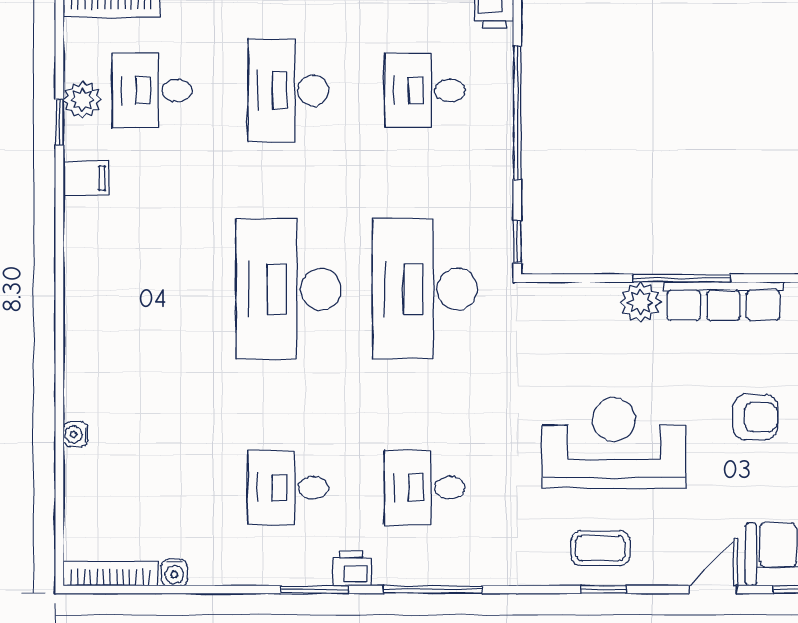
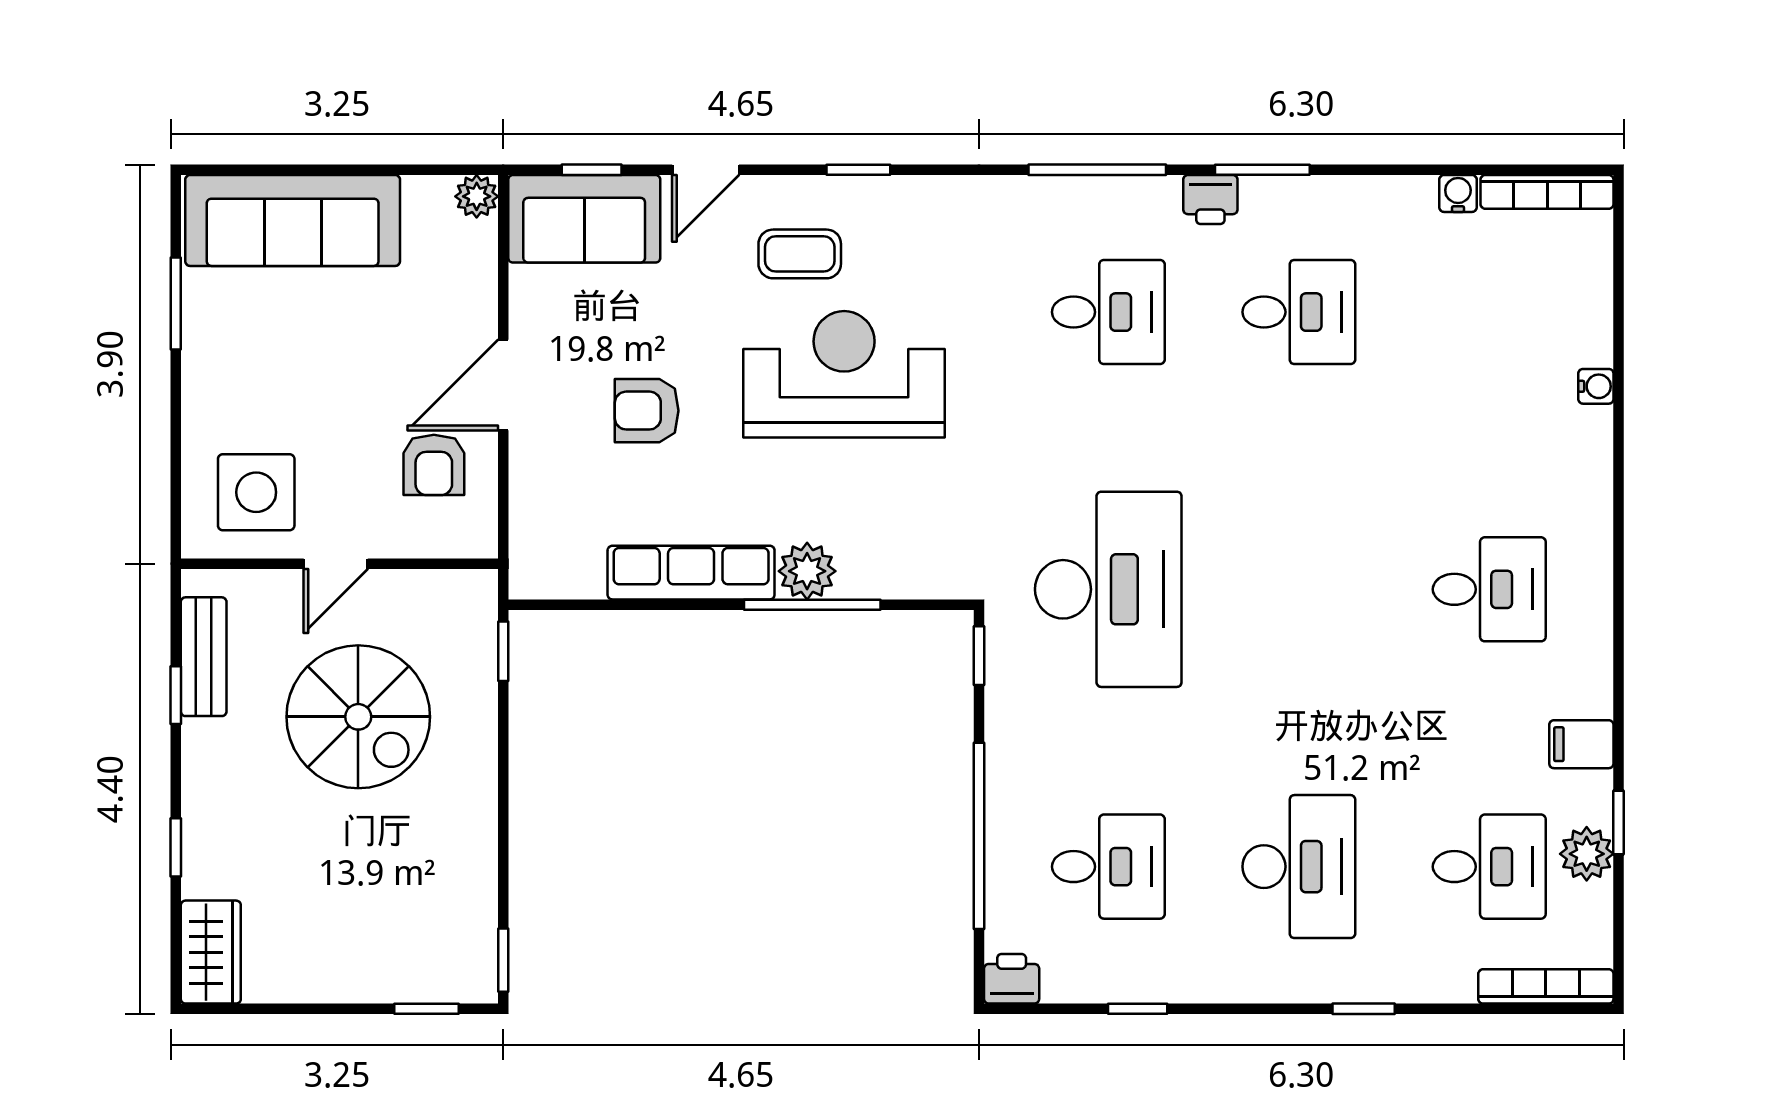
window: (682, 278) -> (812, 605), moved
desk: (288, 289) -> (1489, 589), moved, width x0.53, depth x0.77
reception desk: (614, 443) -> (844, 374), turned 180
coffee table: (600, 548) -> (800, 254), moved

